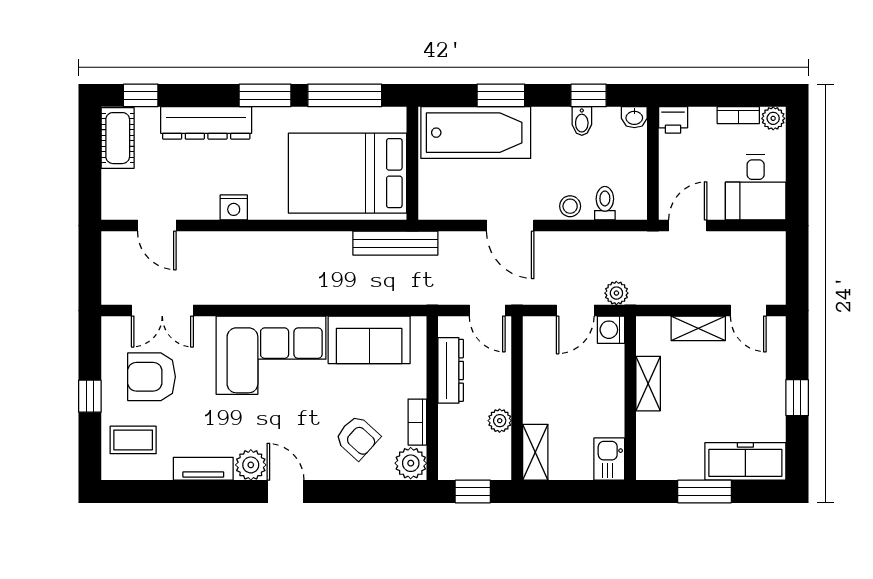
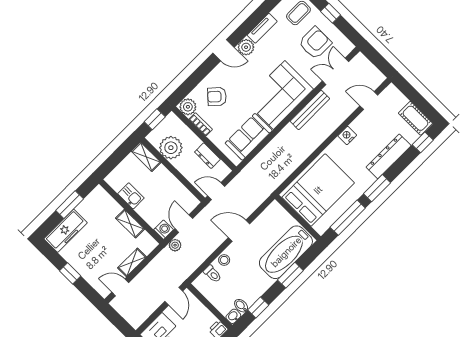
bidet: (582, 121) -> (241, 306), moved
bench: (395, 243) -> (310, 110), moved
dresser: (451, 370) -> (207, 156), width x0.70
plant: (500, 421) -> (171, 148), width x1.88, depth x1.88
kitchen sink: (609, 459) -> (131, 196), moved

